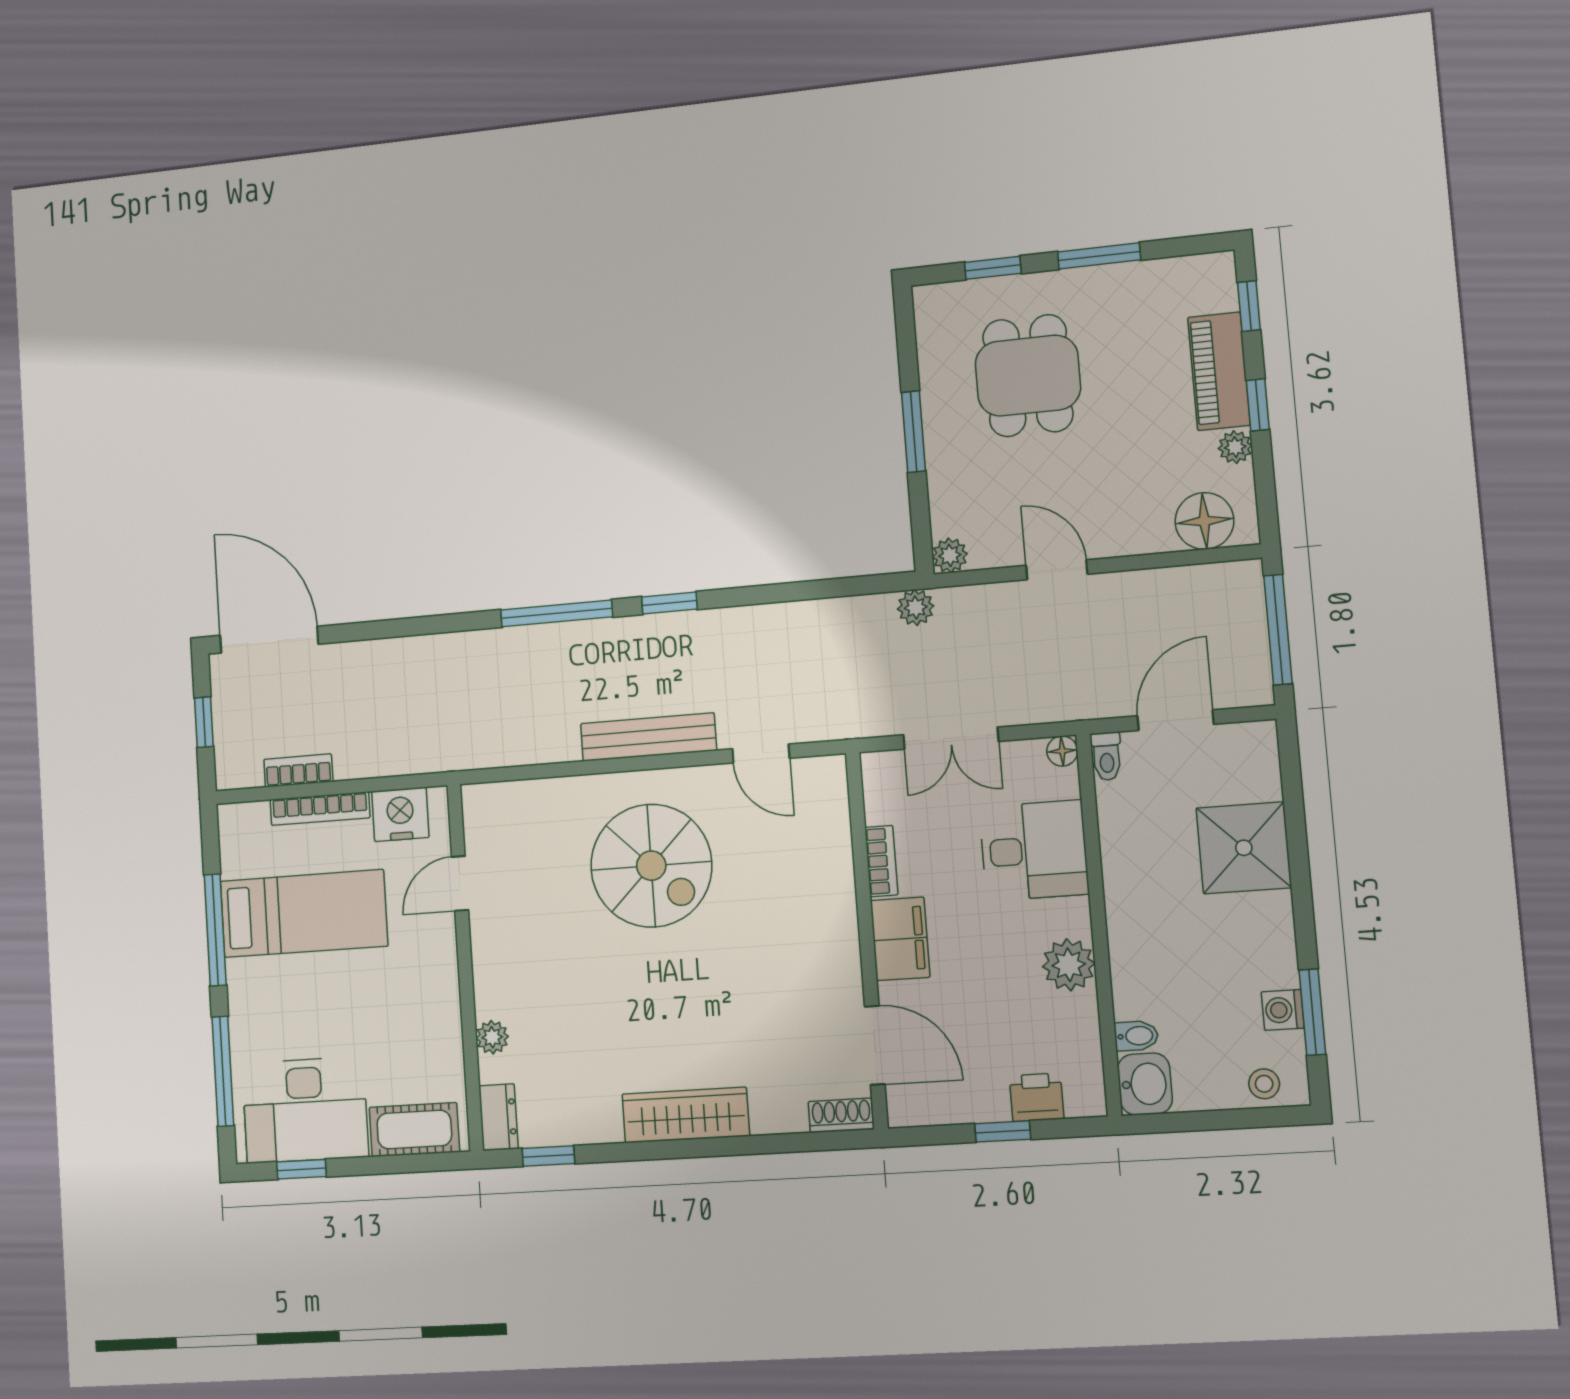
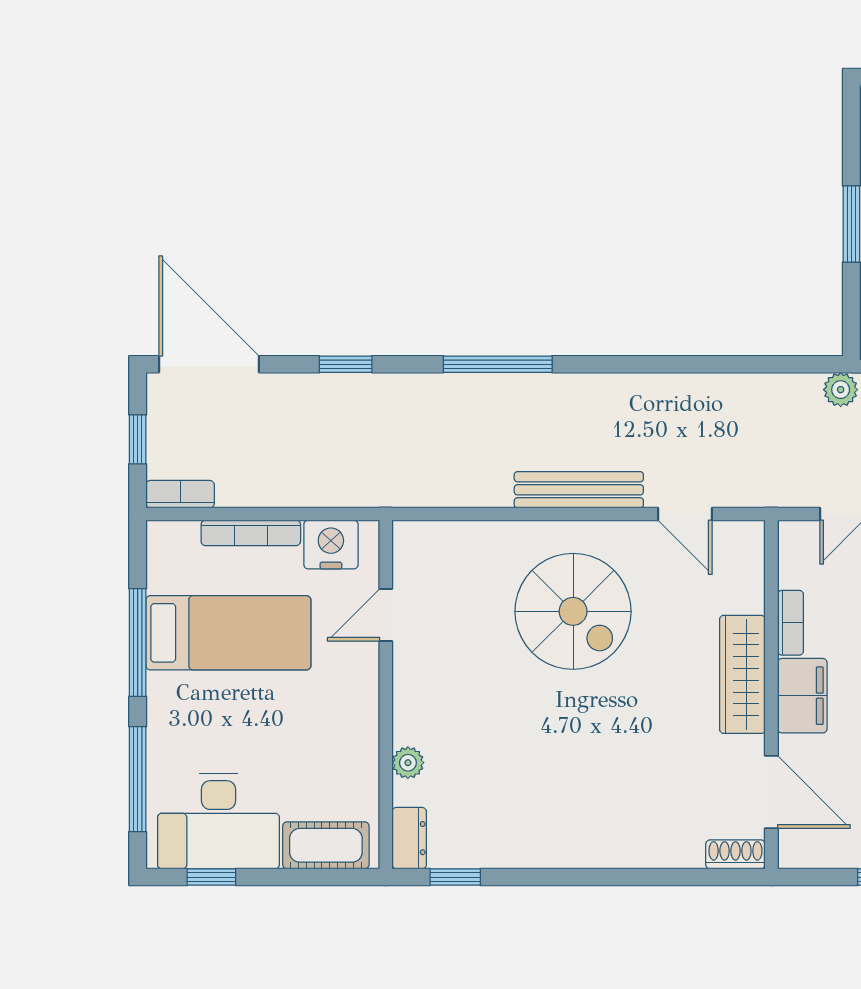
window: (669, 603) -> (346, 364), moved
bookcase: (298, 770) -> (180, 494), moved
wardrobe: (686, 1115) -> (742, 674), moved, turned -90

